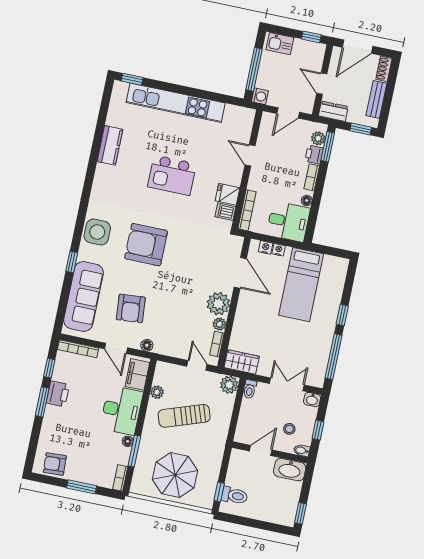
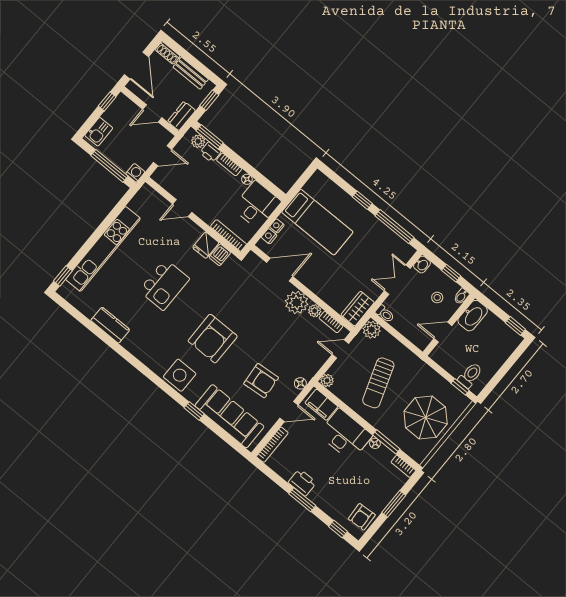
door: (288, 113) -> (163, 156), hinge flipped
window: (49, 368) -> (338, 529), moved
plant: (157, 392) -> (327, 381), moved
door: (261, 450) -> (443, 332), hinge flipped

